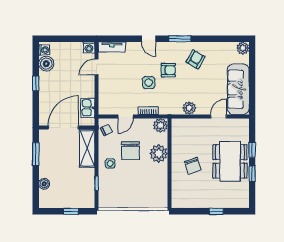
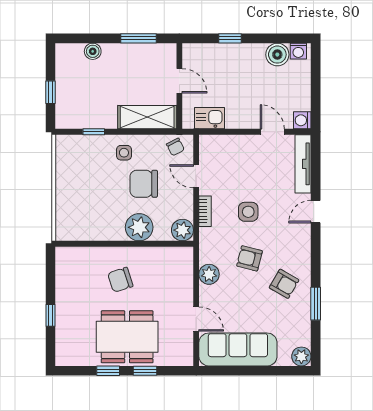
window: (180, 39) -> (316, 304), moved
tv unit: (112, 47) -> (303, 164), width x1.41
armchair: (168, 70) -> (250, 258), moved, turned 104
window: (36, 83) -> (230, 38), moved
door: (63, 127) -> (179, 81), width x0.53

